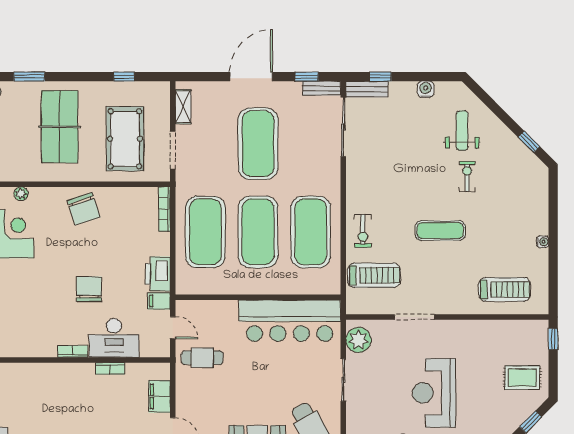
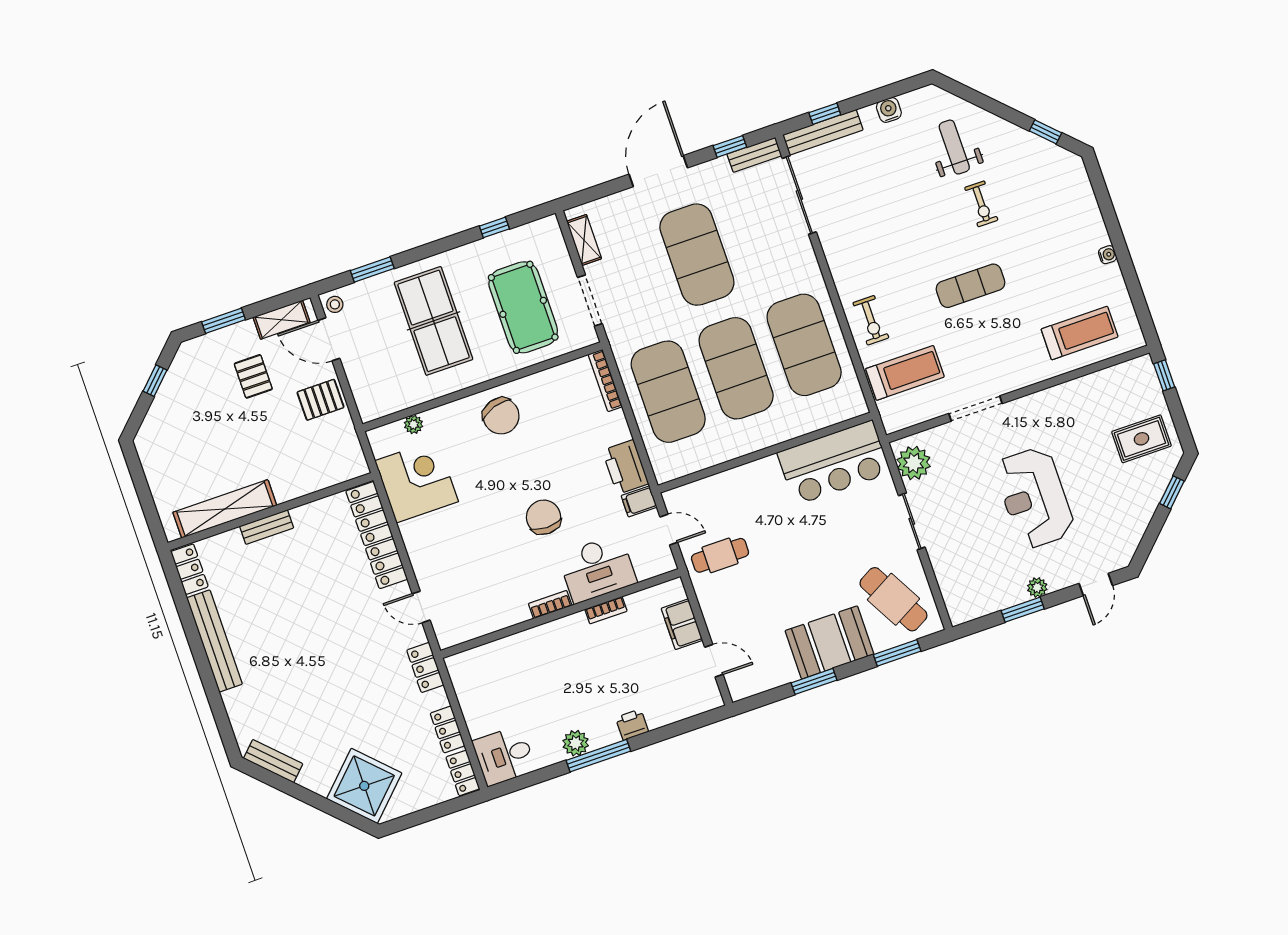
bench: (367, 89) -> (823, 132), width x1.36
exercise bike: (467, 176) -> (981, 204), turned 180
bar counter: (290, 321) -> (834, 463), width x0.73

